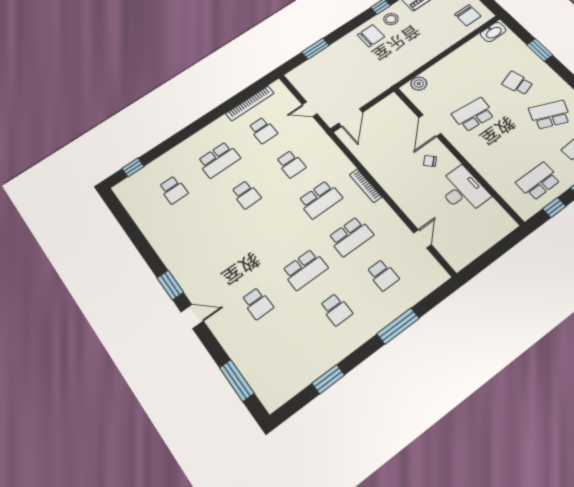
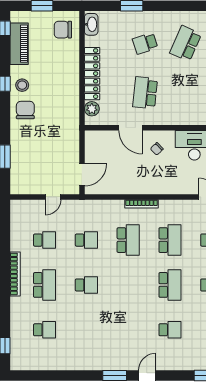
chair: (468, 15) -> (63, 30), turned 180
locker: (451, 62) -> (92, 74), added
bookcase: (250, 103) -> (15, 274), moved
door: (351, 118) -> (82, 175), hinge flipped

